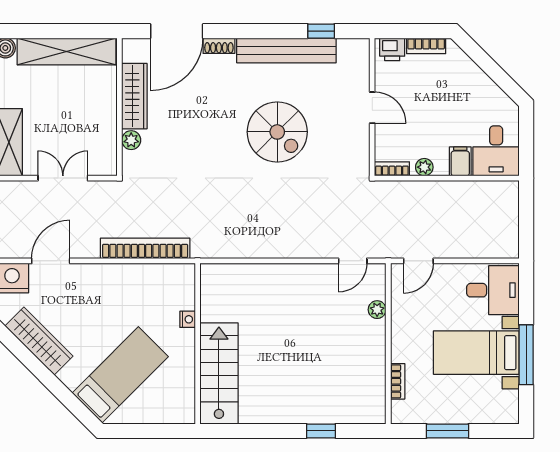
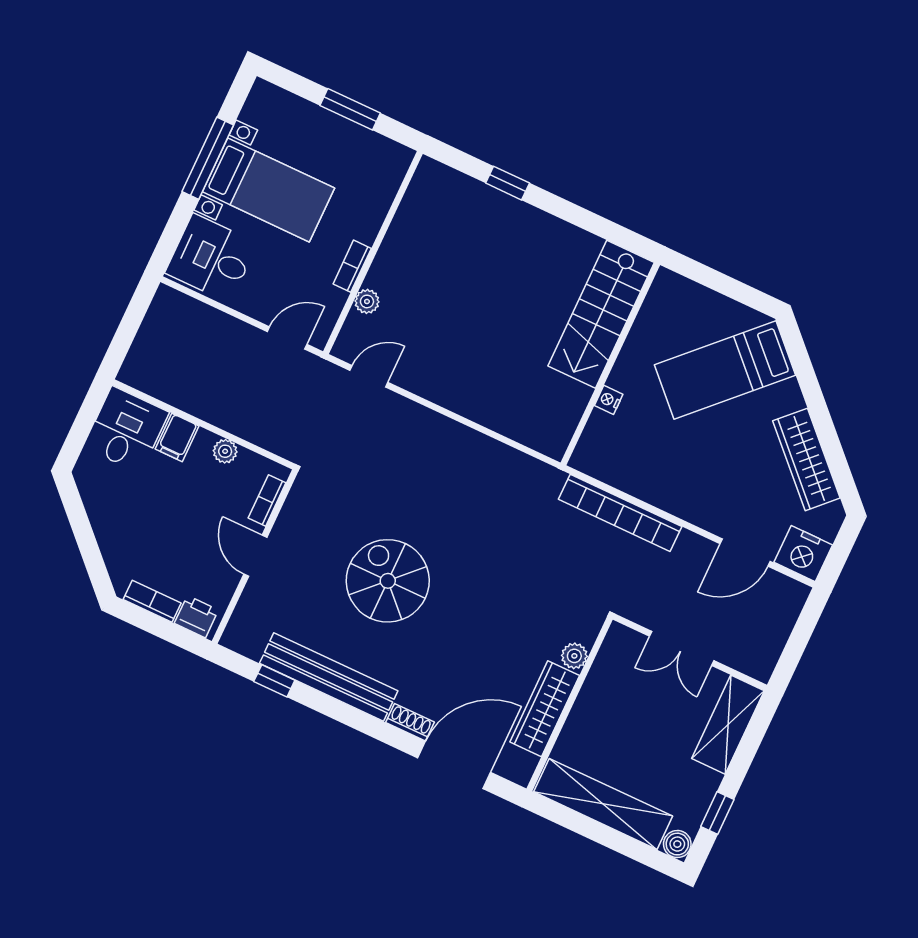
bookcase: (392, 169) -> (267, 500), moved, turned 90
bookcase: (398, 381) -> (352, 266), moved

